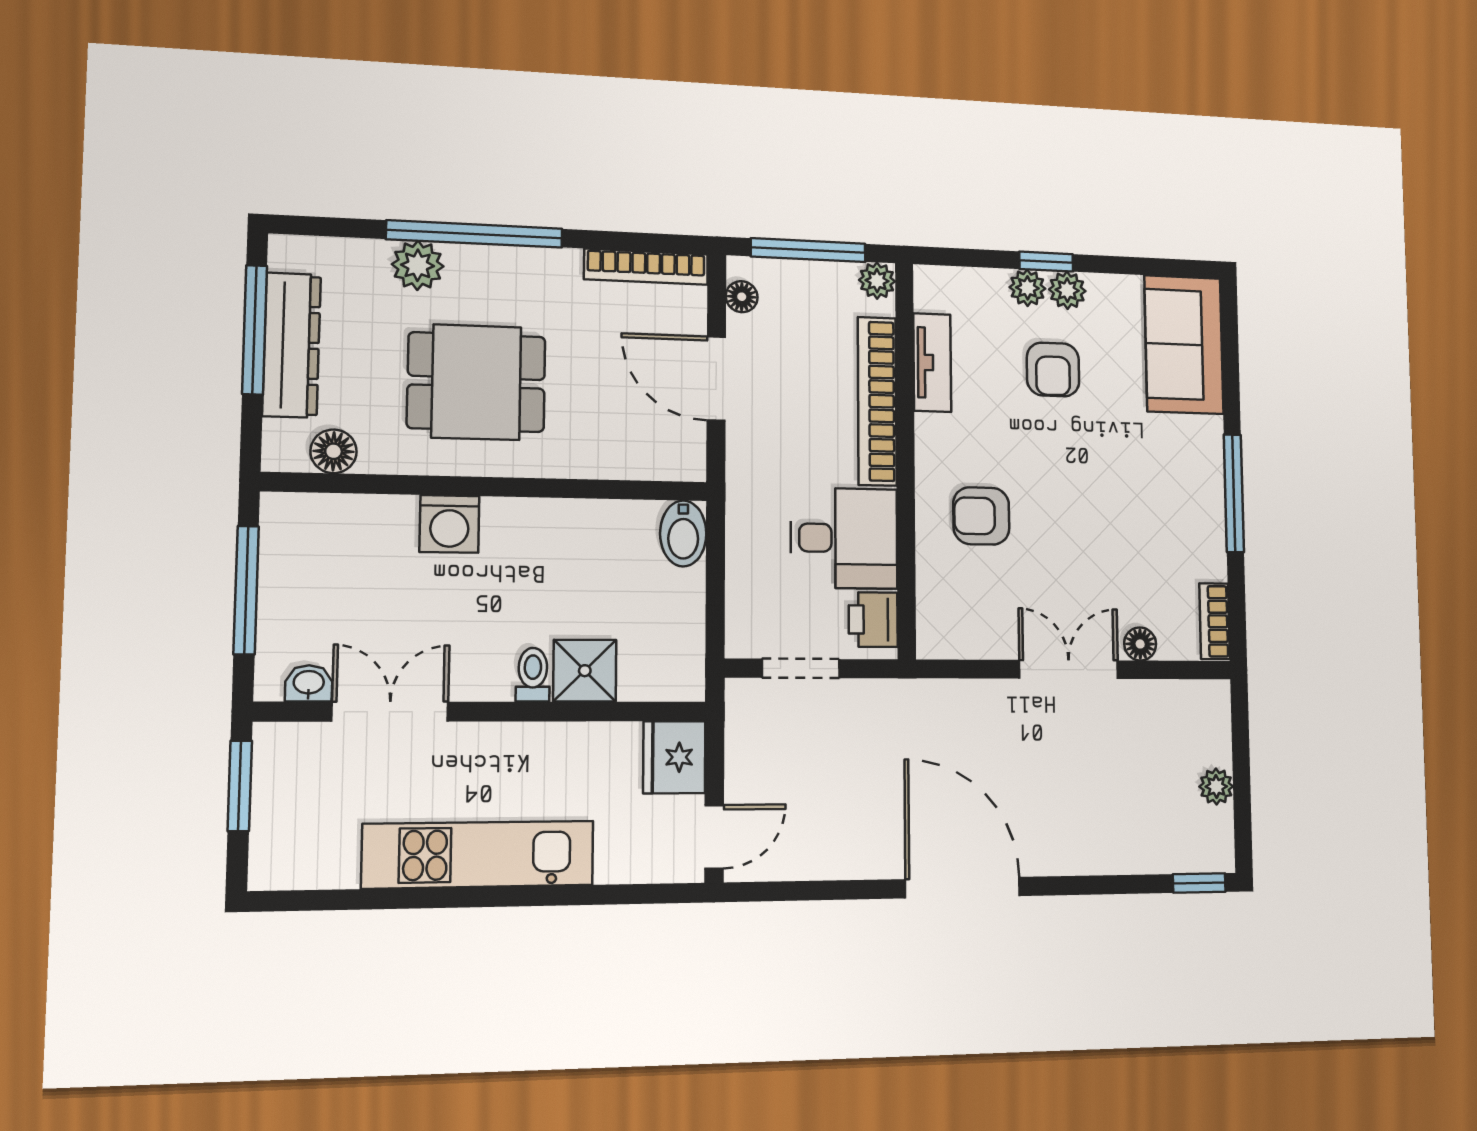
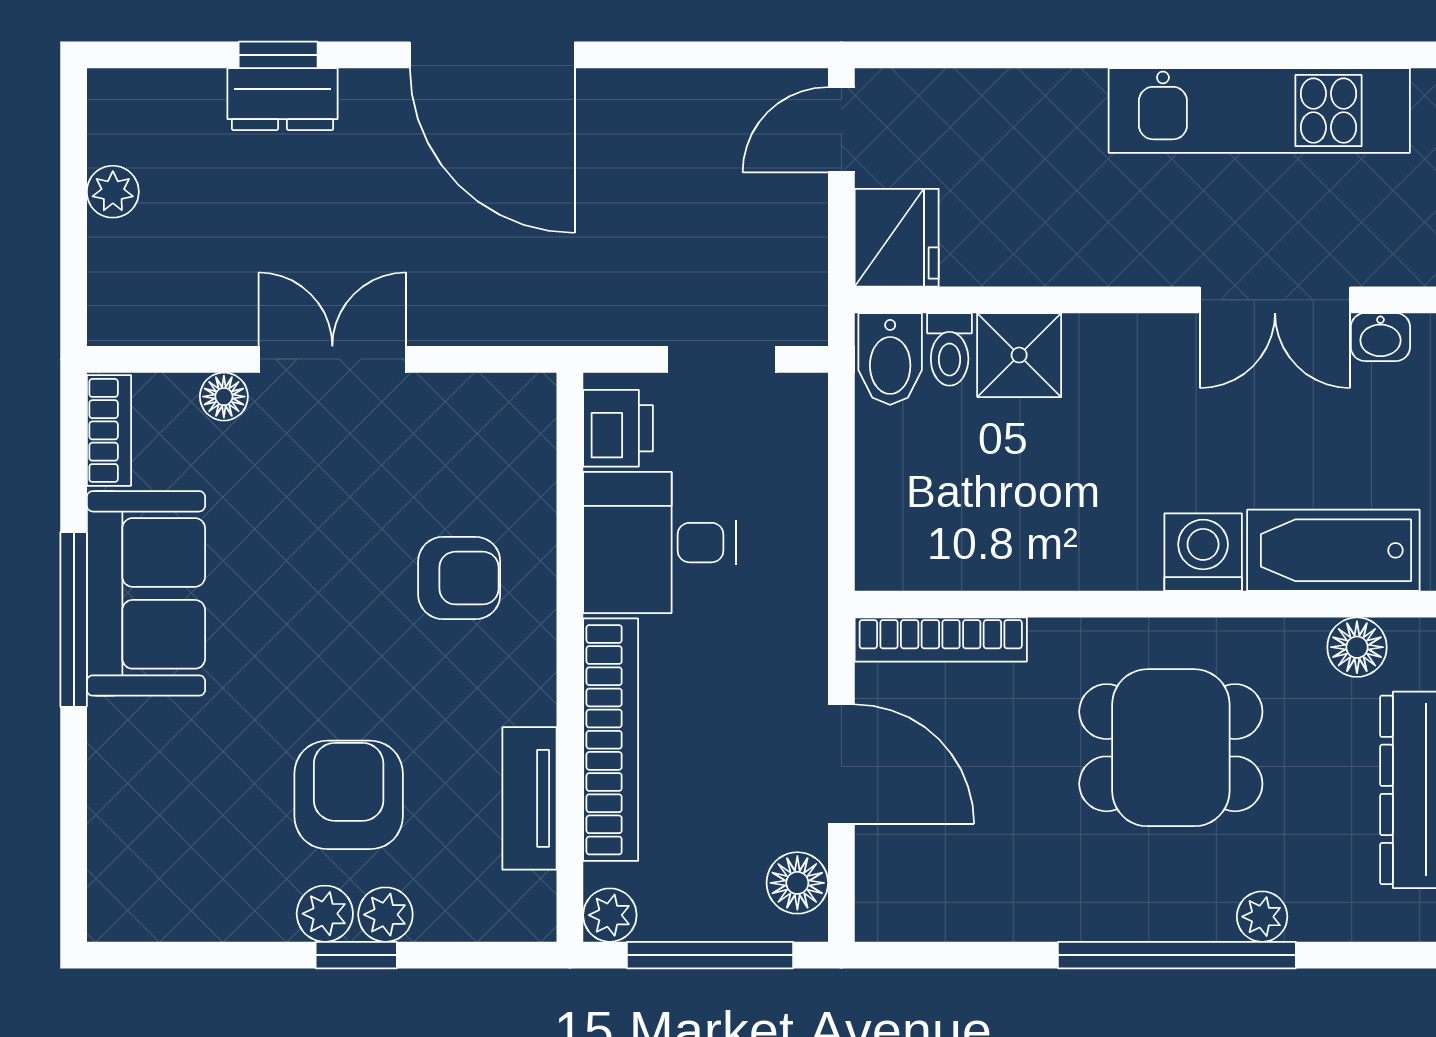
plant: (418, 265) -> (1262, 917), width x0.73, depth x0.73
bookcase: (646, 267) -> (941, 640), moved, turned 180
floor lamp: (742, 297) -> (797, 883), width x1.37, depth x1.37
sofa: (1184, 345) -> (146, 593), moved
armchair: (1053, 369) -> (349, 795), width x1.38, depth x1.38
bathtub: (350, 523) -> (1333, 550), added
bidet: (683, 533) -> (890, 359), moved, turned 180
double door: (1069, 670) -> (332, 359), swing flipped
toilet: (533, 675) -> (950, 349), moved
dresser: (1105, 853) -> (283, 99), added
kitchen unit: (478, 855) -> (1259, 111), moved
window: (1199, 883) -> (278, 55), moved

